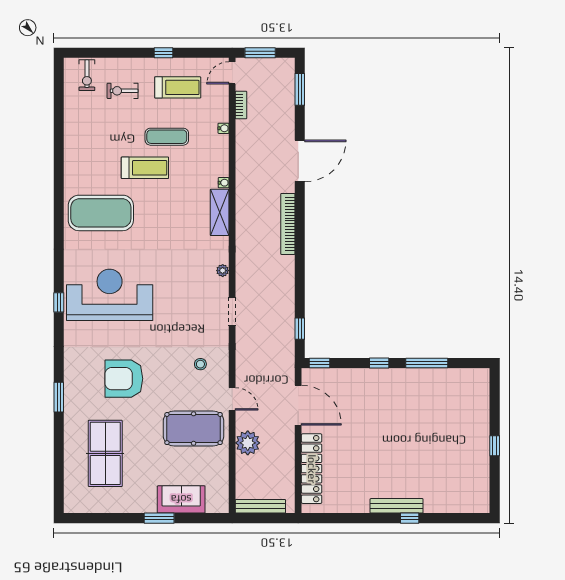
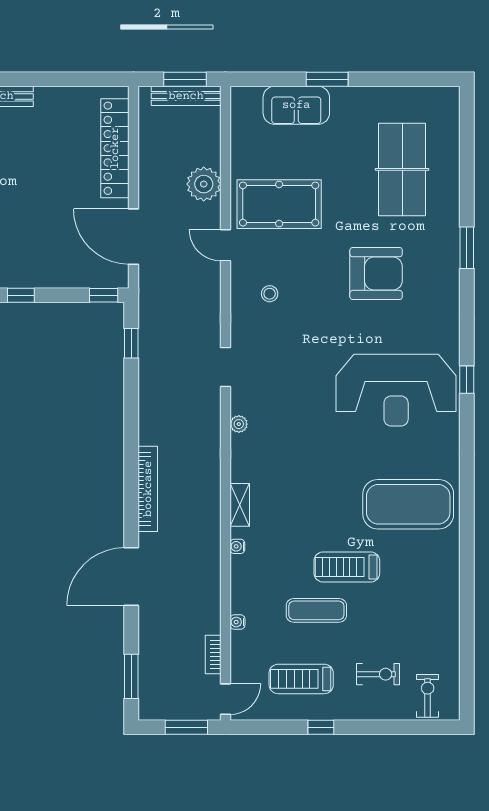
shelving: (220, 212) -> (240, 505), width x0.67, depth x0.75
window: (261, 518) -> (185, 79), added

